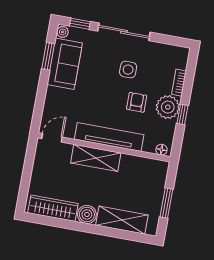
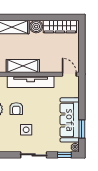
sliding door: (124, 32) -> (34, 155), width x0.73
sofa: (65, 64) -> (70, 120), width x1.36
door: (52, 138) -> (69, 74), swing flipped
shelving: (96, 158) -> (23, 66), moved

